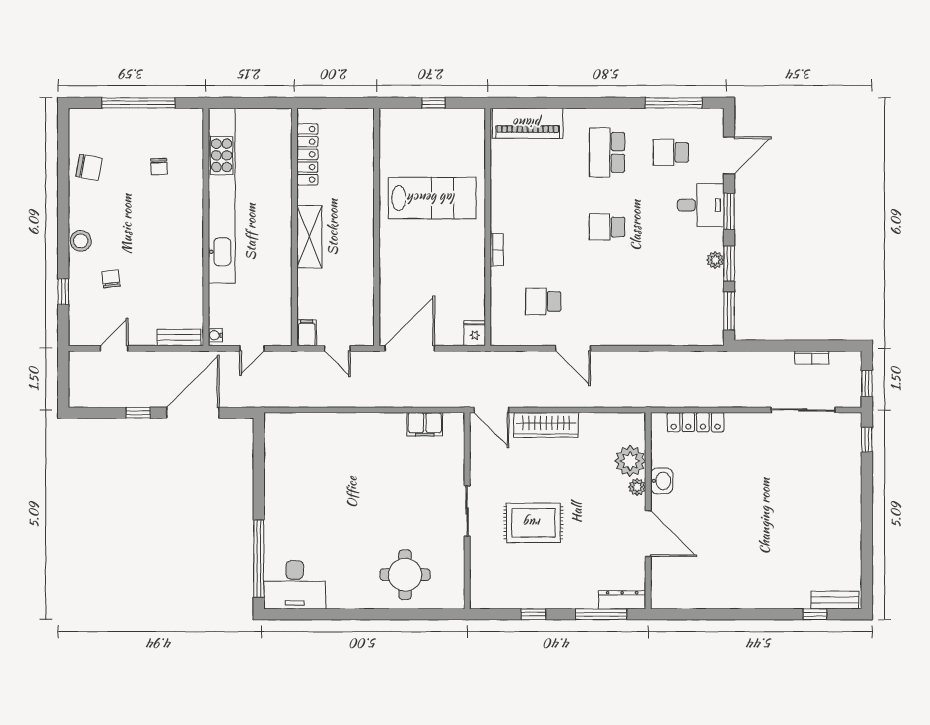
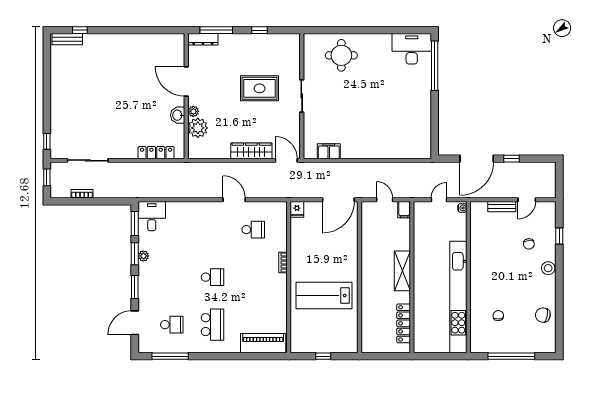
desk: (701, 205) -> (152, 216), moved, turned 90
bench: (179, 337) -> (502, 207), moved

